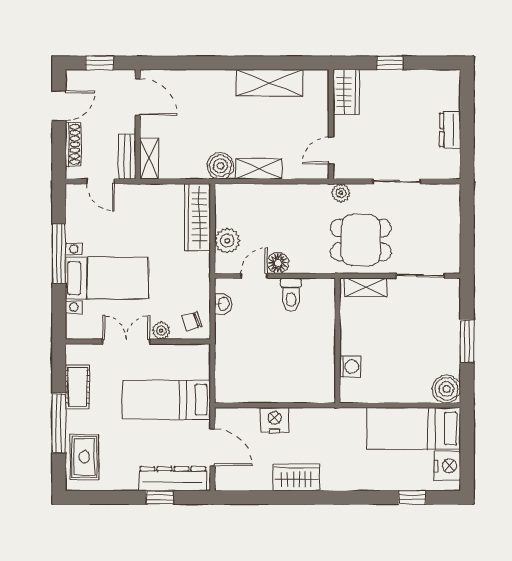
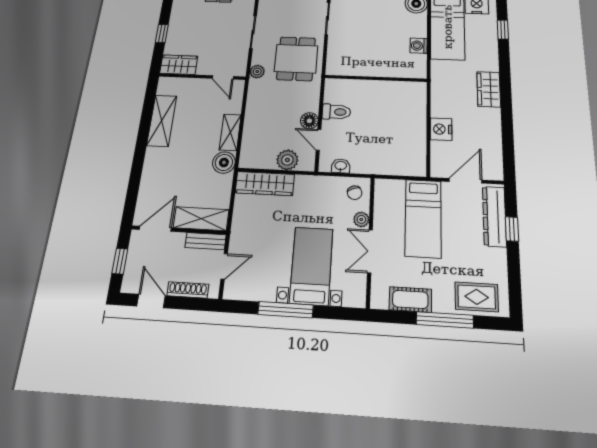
shelving: (149, 158) -> (201, 219), width x1.50, depth x1.33
shelving: (366, 287) -> (334, 56), removed
washing machine: (350, 367) -> (419, 46), moved, turned -90
wardrobe: (296, 477) -> (489, 89), moved

